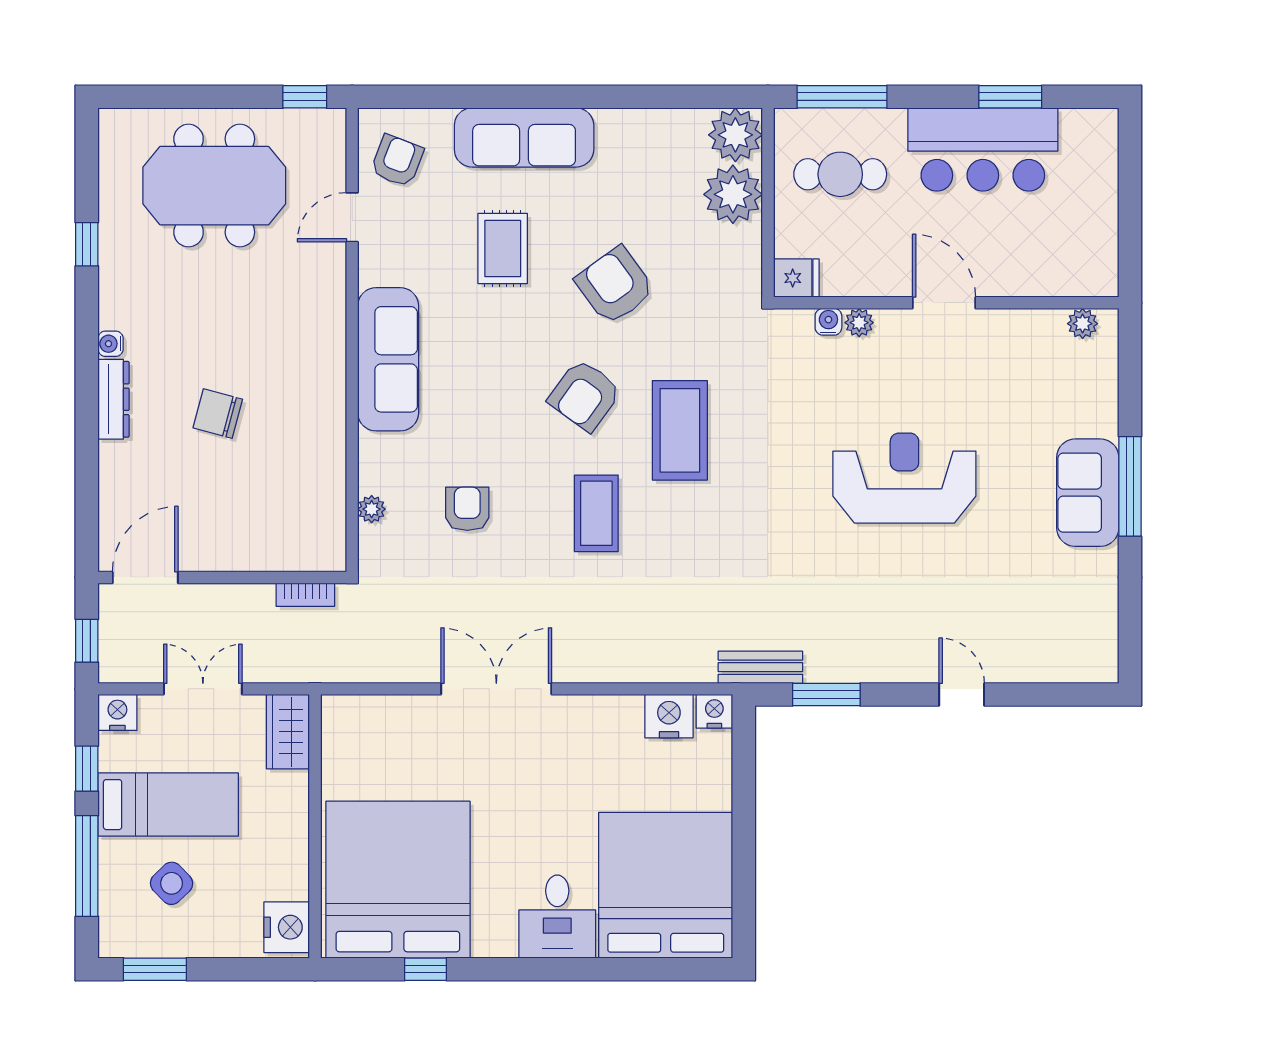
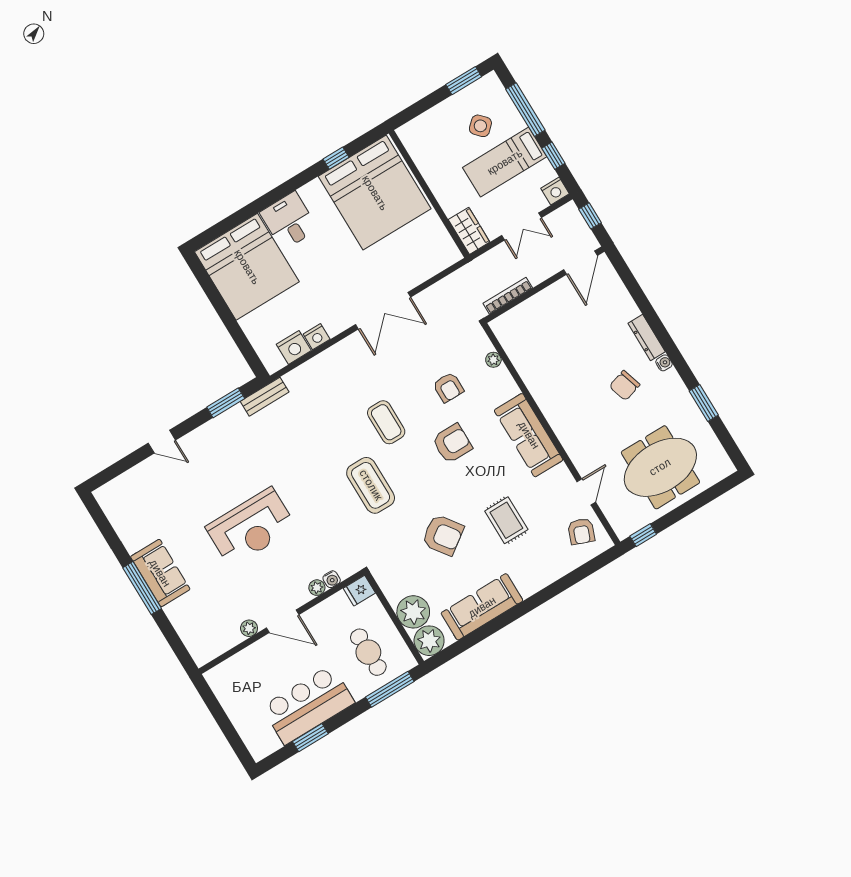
sofa: (524, 137) -> (482, 607), moved
cafe table: (840, 174) -> (368, 652), turned 90
window: (87, 244) -> (704, 403), width x1.50
plant: (1083, 324) -> (249, 628), moved
armchair: (585, 395) -> (452, 443), moved, turned 54
chair: (218, 414) -> (625, 385), moved, turned 148
bookcase: (305, 595) -> (508, 296), width x1.56
nightstand: (714, 711) -> (317, 337), moved
nightstand: (287, 927) -> (414, 138), removed

